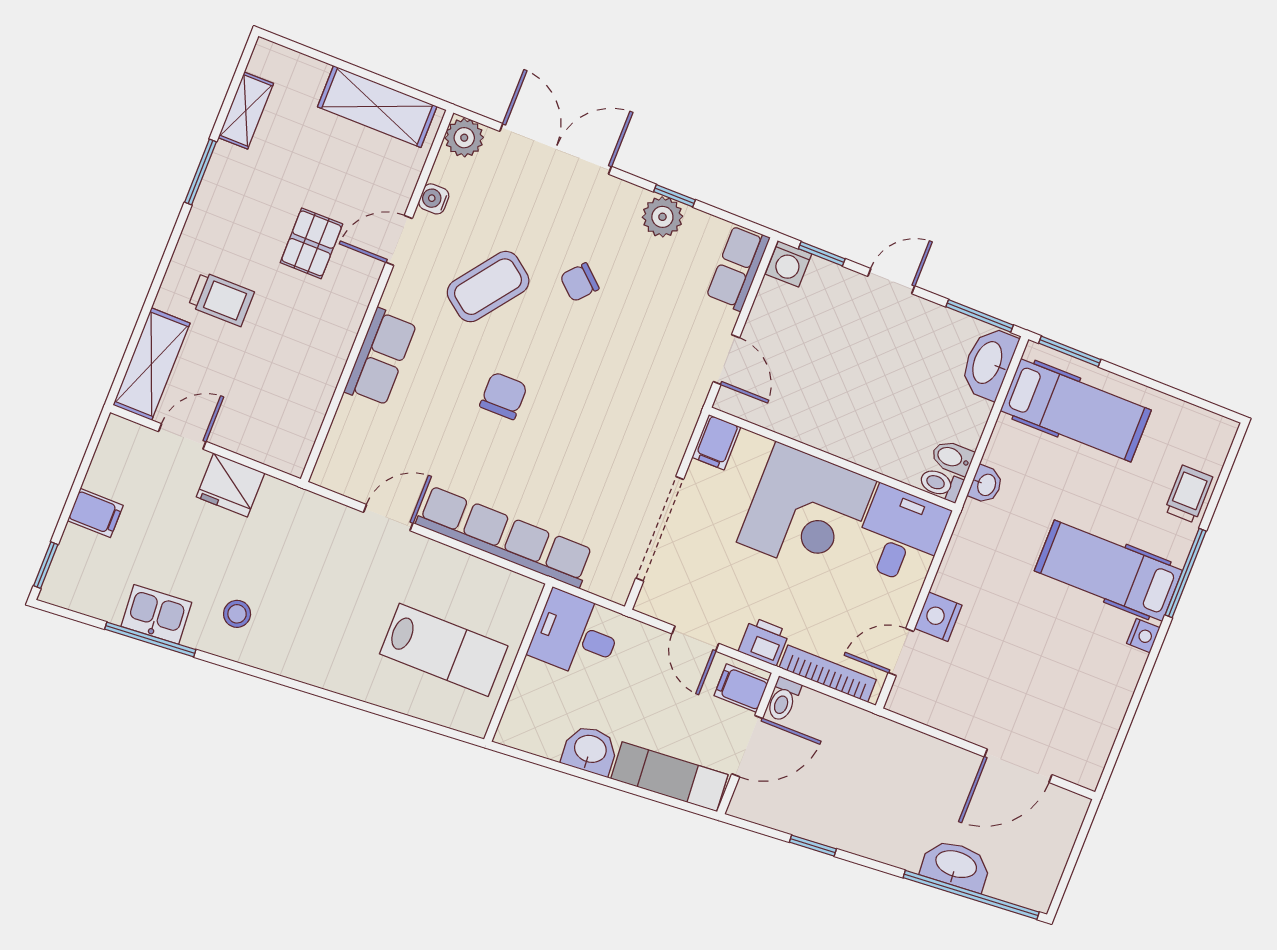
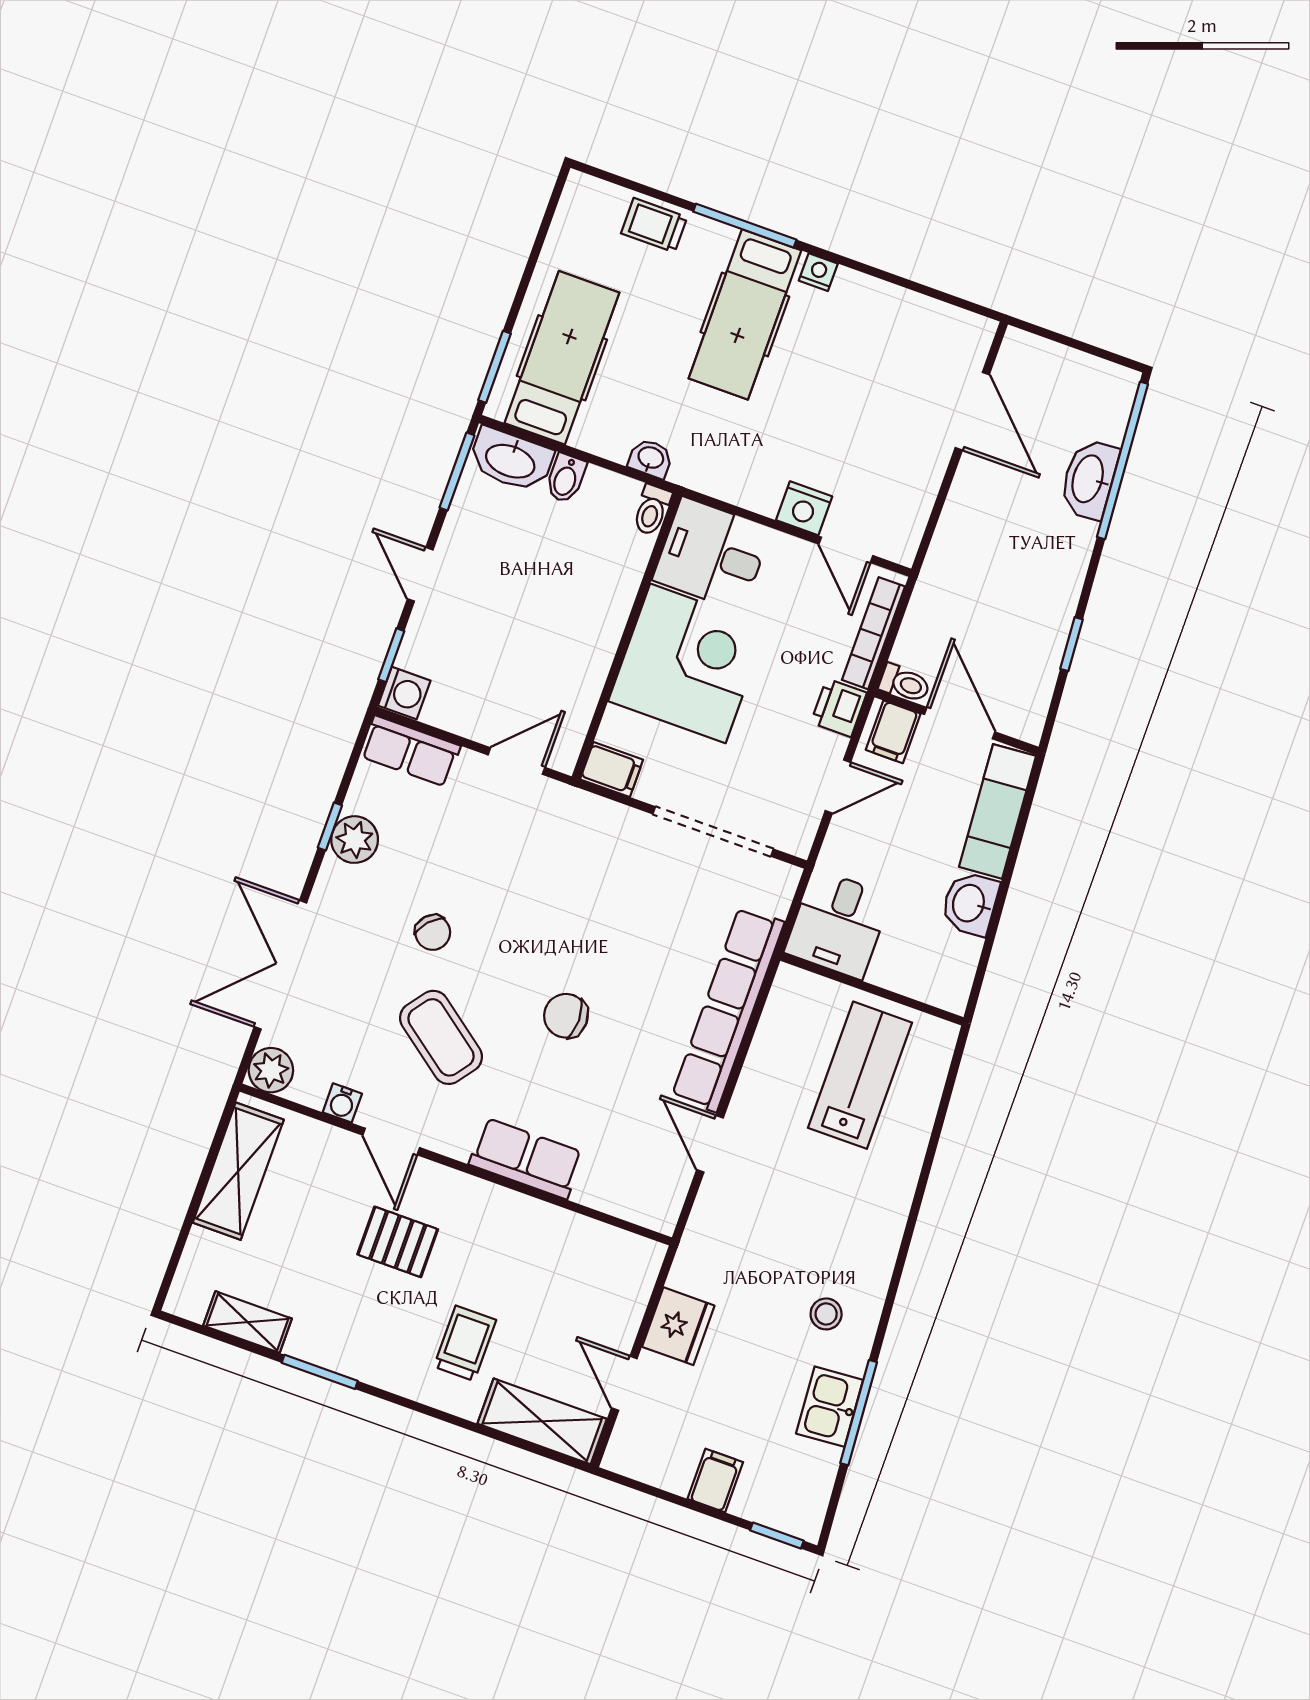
bidet: (952, 458) -> (566, 478), moved

